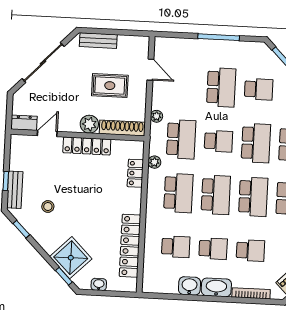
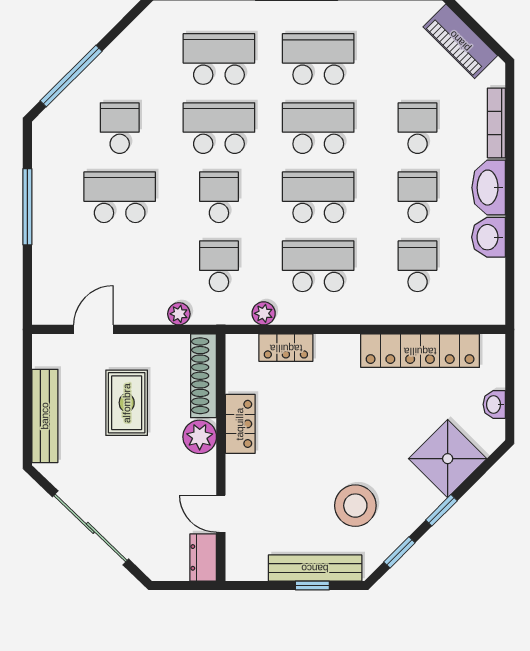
bench: (98, 41) -> (45, 416), width x1.36
school desk: (181, 139) -> (219, 266), width x0.54
locker: (87, 146) -> (240, 424), width x0.66
bench: (15, 190) -> (315, 568), width x1.36
stool: (48, 207) -> (355, 506), width x1.89, depth x1.89
window: (64, 276) -> (441, 510), moved

